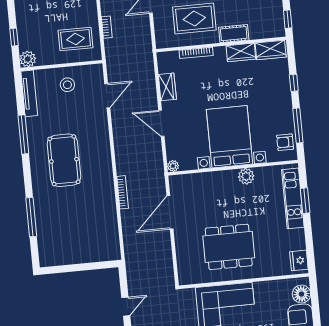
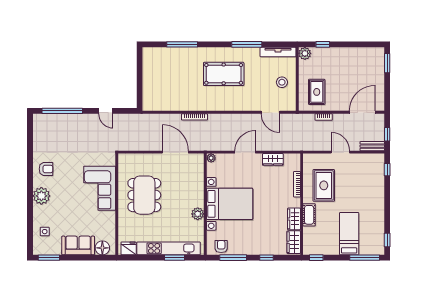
kitchen unit: (293, 198) -> (169, 248), width x1.36

